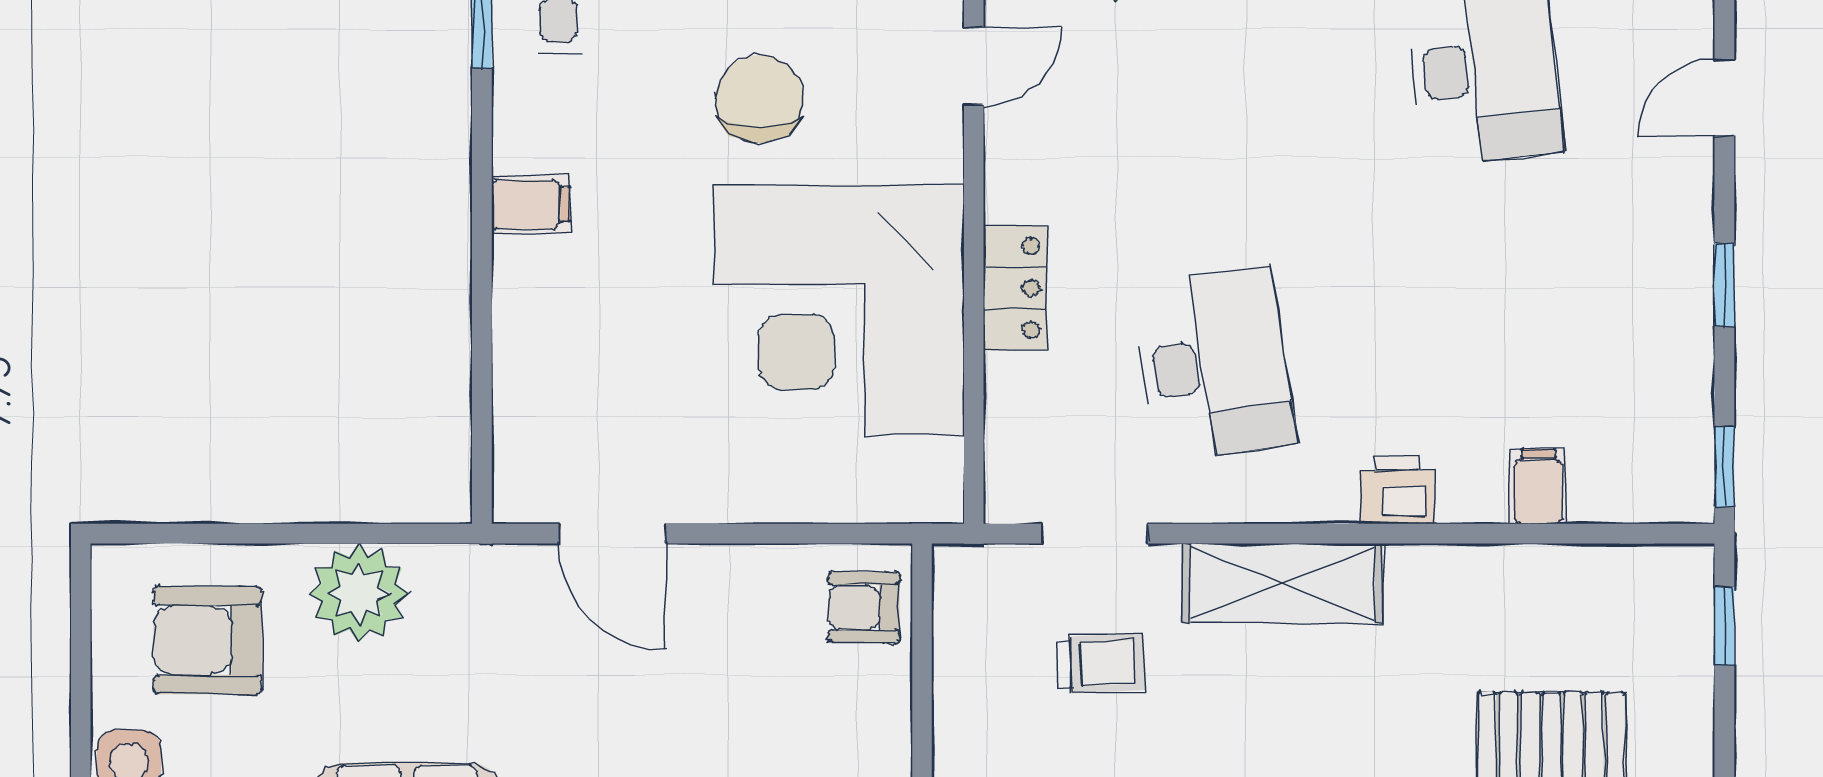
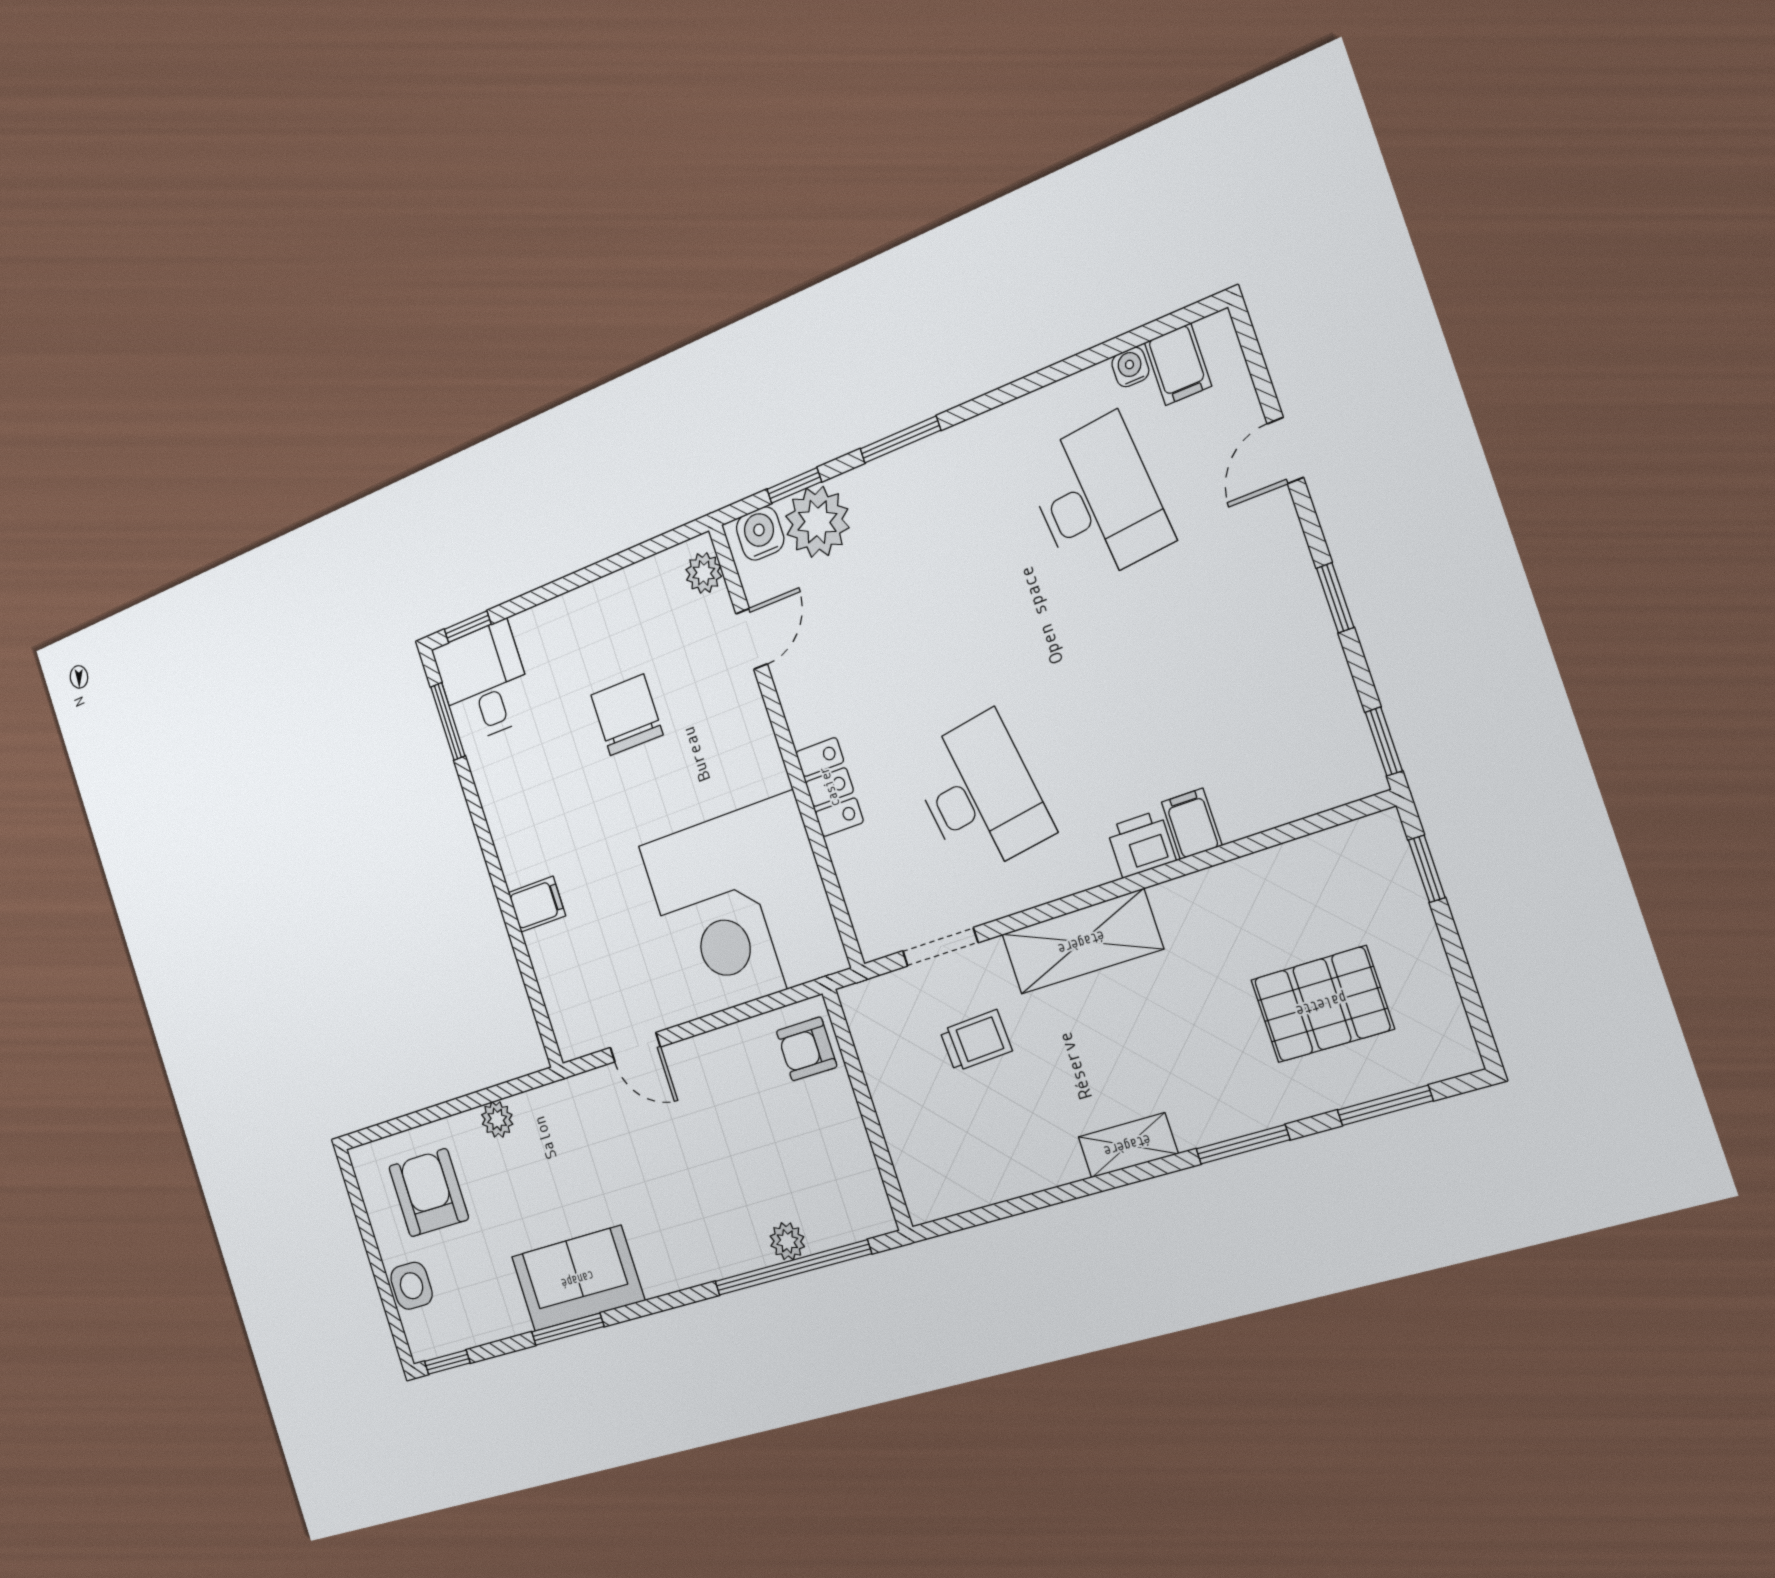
filing cabinet: (531, 204) -> (537, 904), moved
corner desk: (839, 309) -> (743, 906), moved
filing cabinet: (1538, 486) -> (1192, 824), moved
door: (612, 534) -> (635, 1047), width x0.73
plant: (359, 593) -> (497, 1119), width x0.53, depth x0.53
armchair: (207, 640) -> (429, 1193), turned 90

